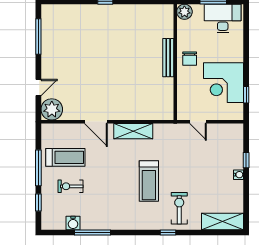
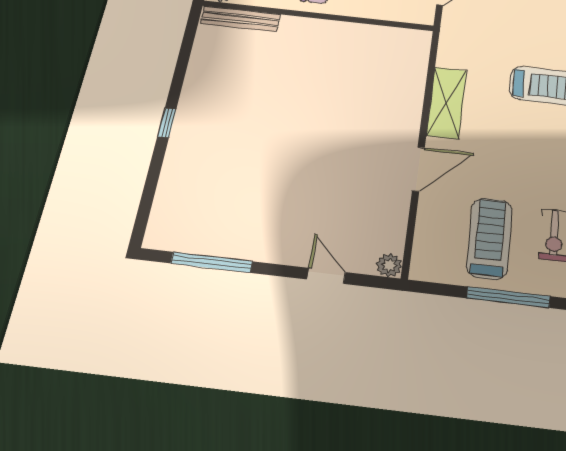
bench: (168, 58) -> (241, 19), moved
plant: (52, 109) -> (389, 265), width x0.53, depth x0.53

